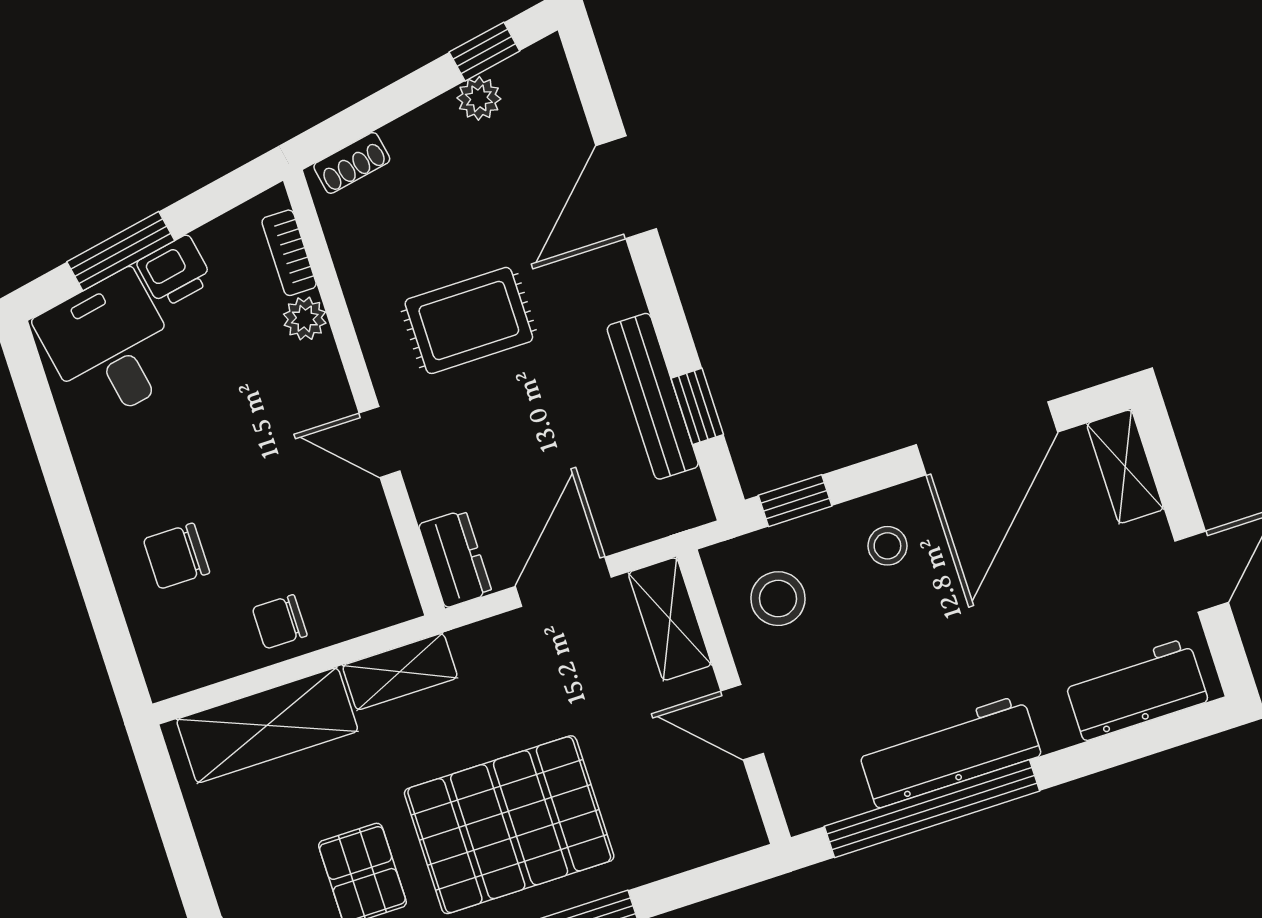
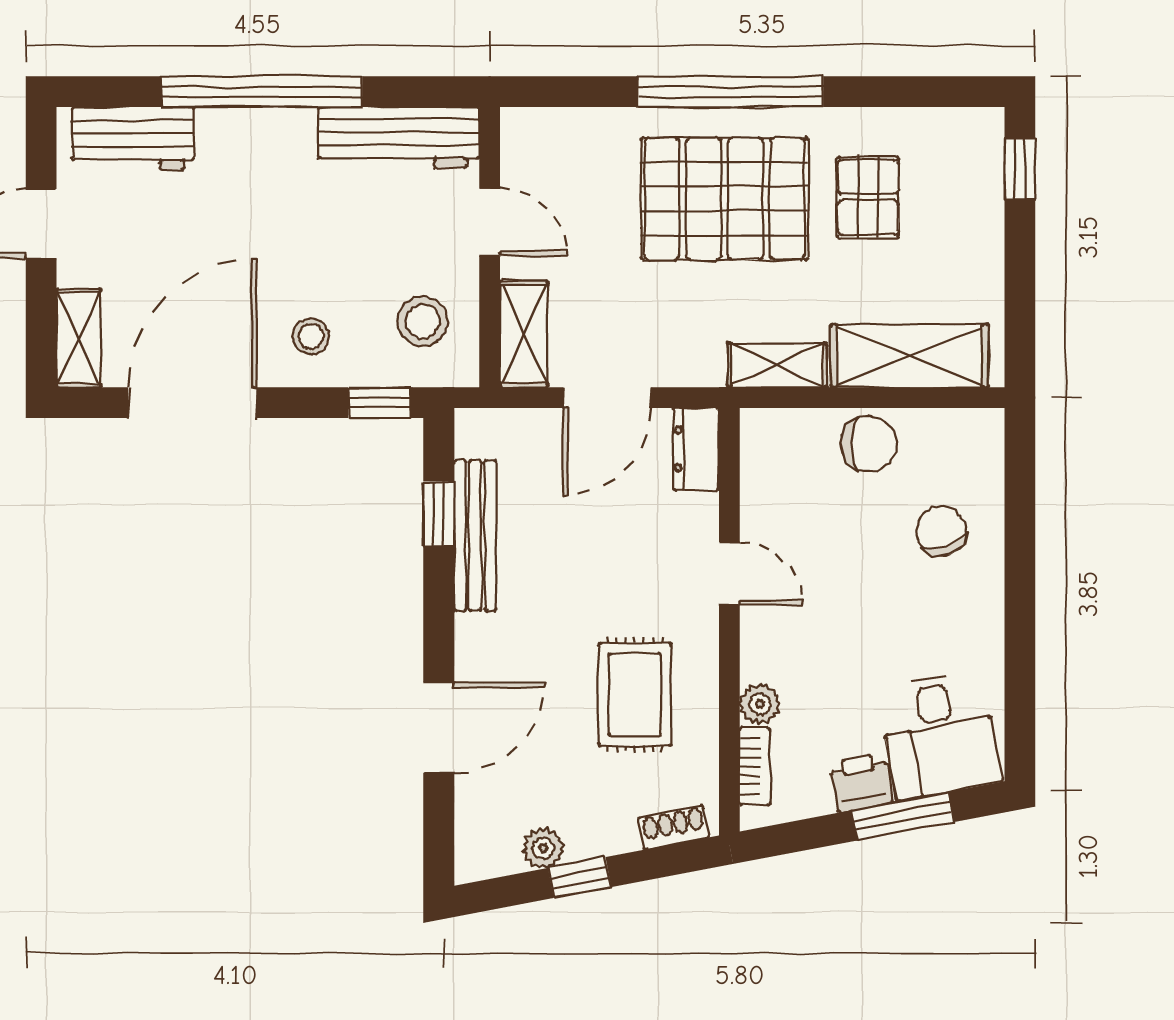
window: (484, 52) -> (580, 878), moved
rug: (469, 320) -> (635, 695), moved, turned 90
chair: (177, 556) -> (941, 531), turned -110
chair: (280, 622) -> (869, 444), width x1.37, depth x1.37
workbench: (949, 751) -> (399, 137), moved
window: (932, 809) -> (262, 92), moved

